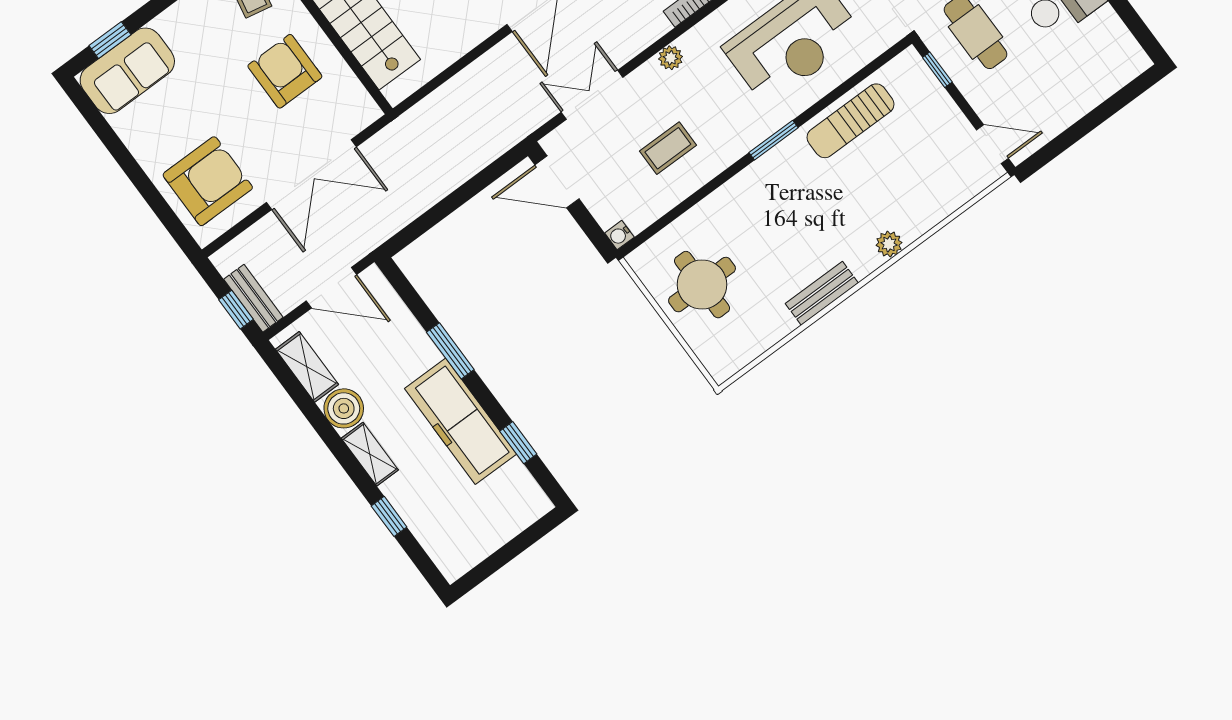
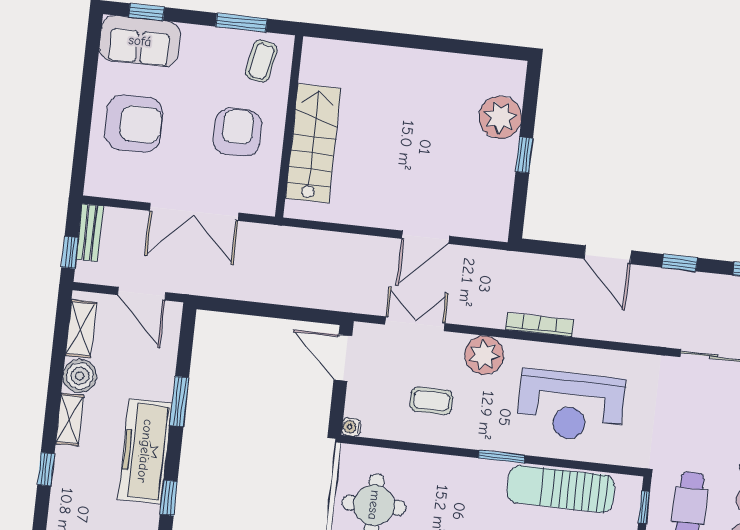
plant: (671, 58) -> (484, 355), width x1.88, depth x1.88
sun lounger: (851, 121) -> (561, 489), width x1.36, depth x1.34
armchair: (208, 181) -> (134, 123), moved
bench: (253, 298) -> (90, 233), moved

